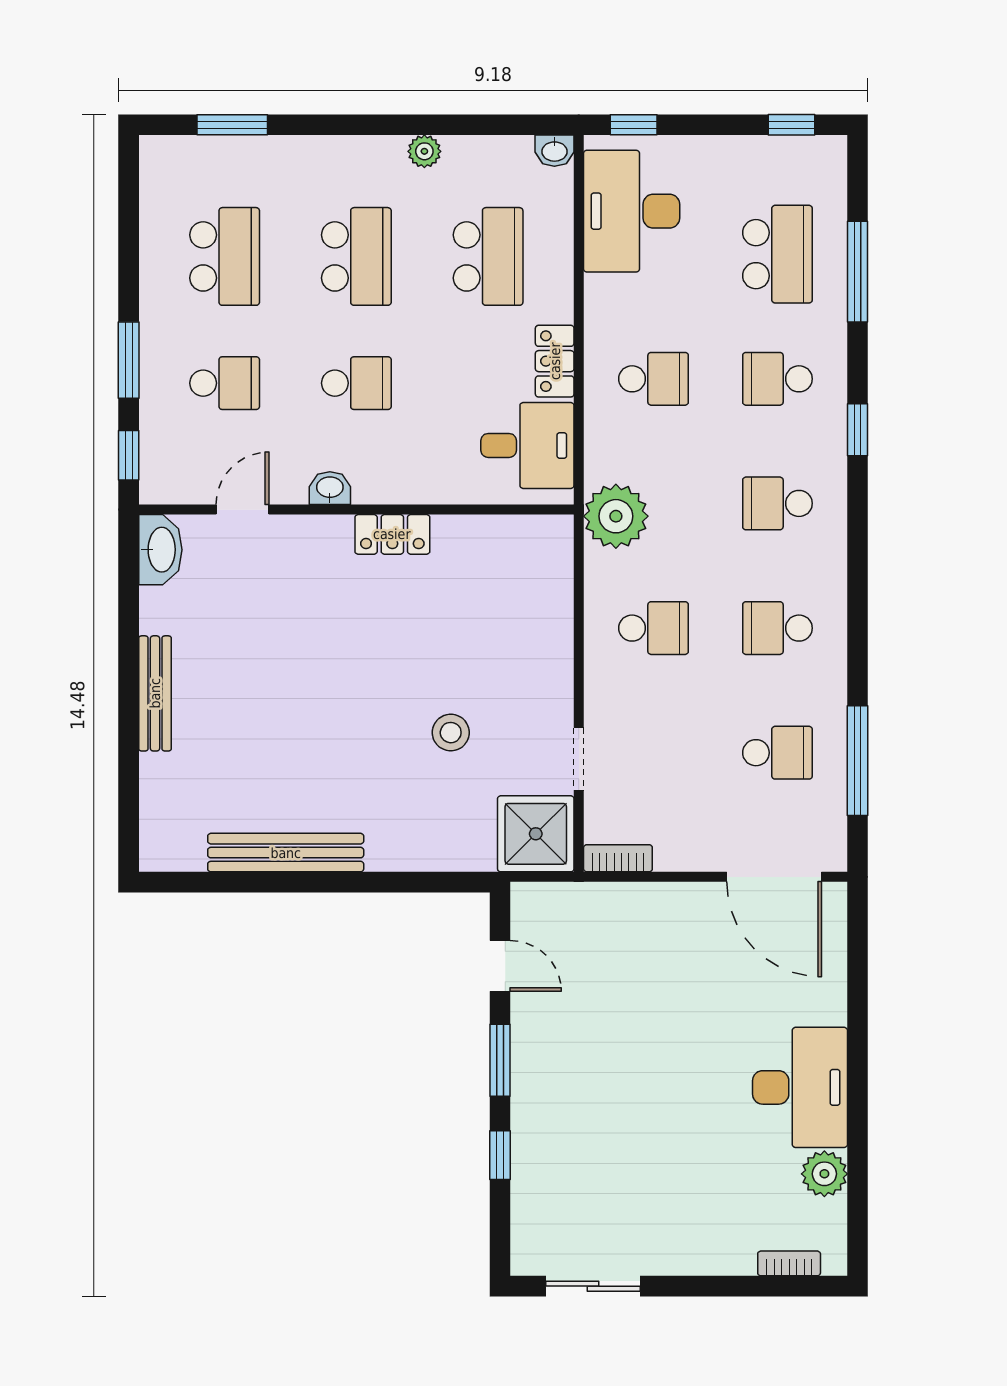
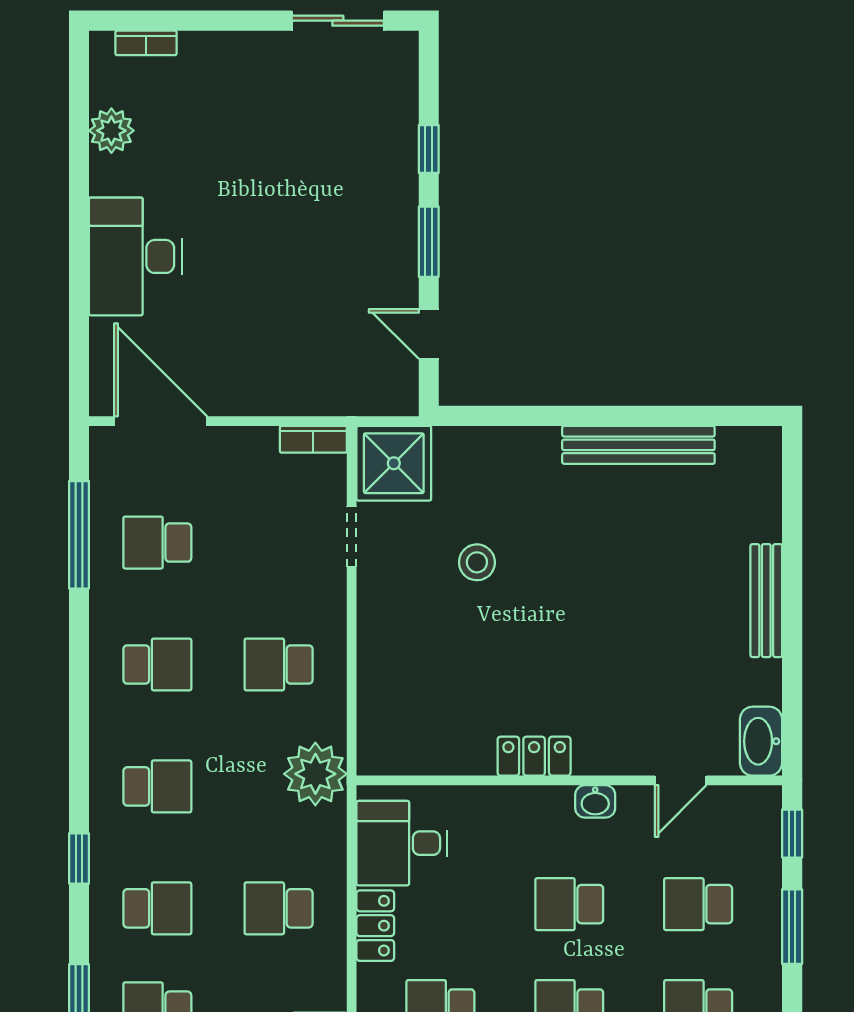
desk: (800, 1087) -> (135, 256), moved

